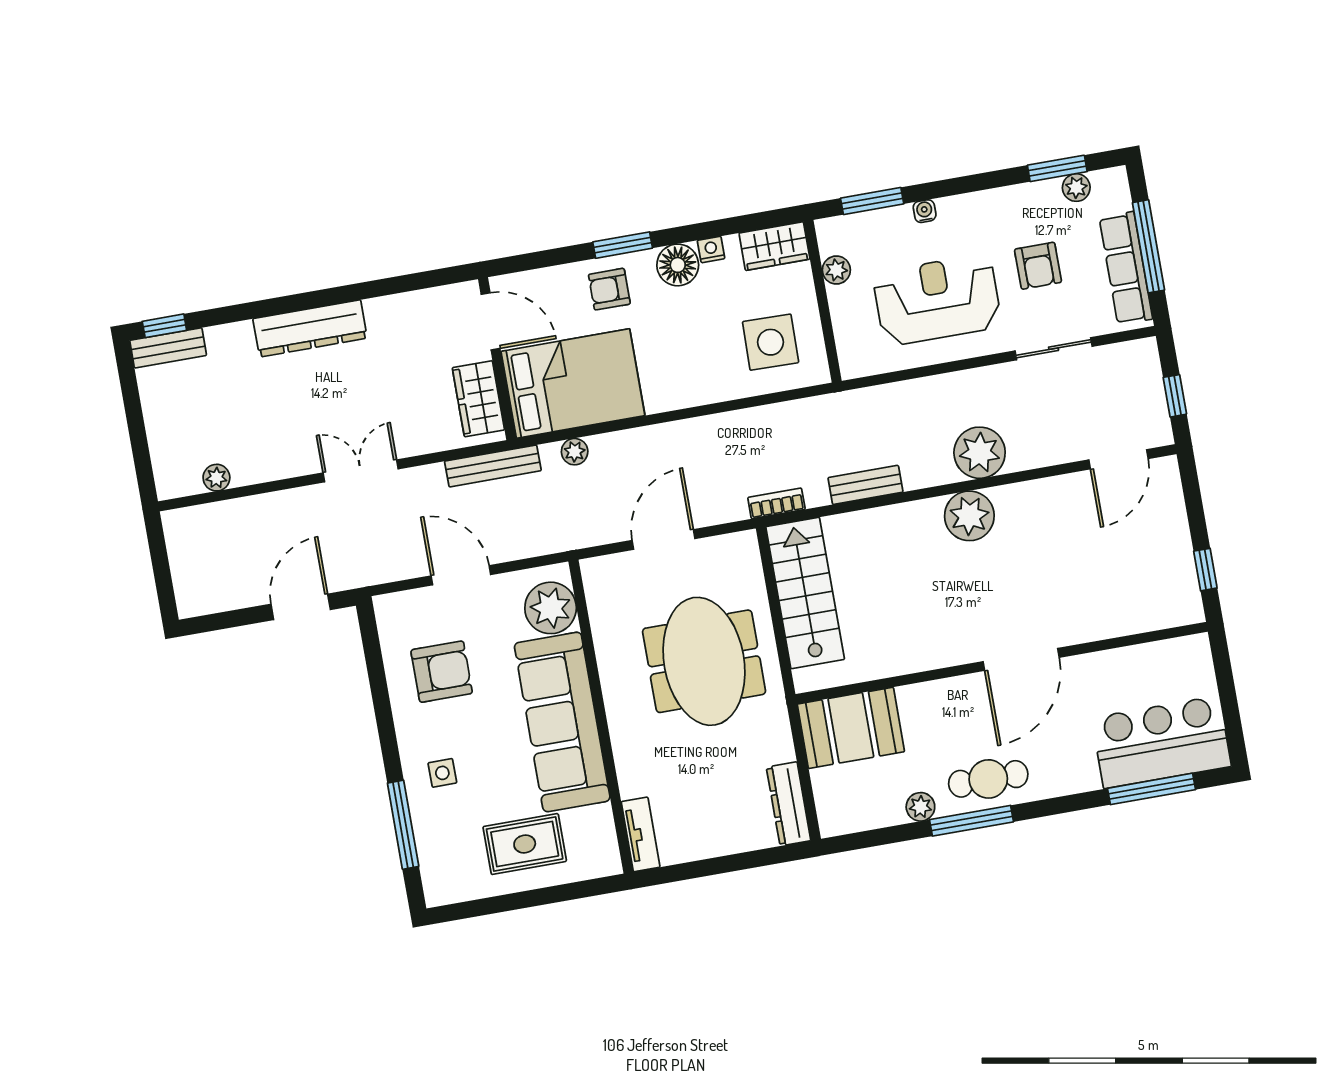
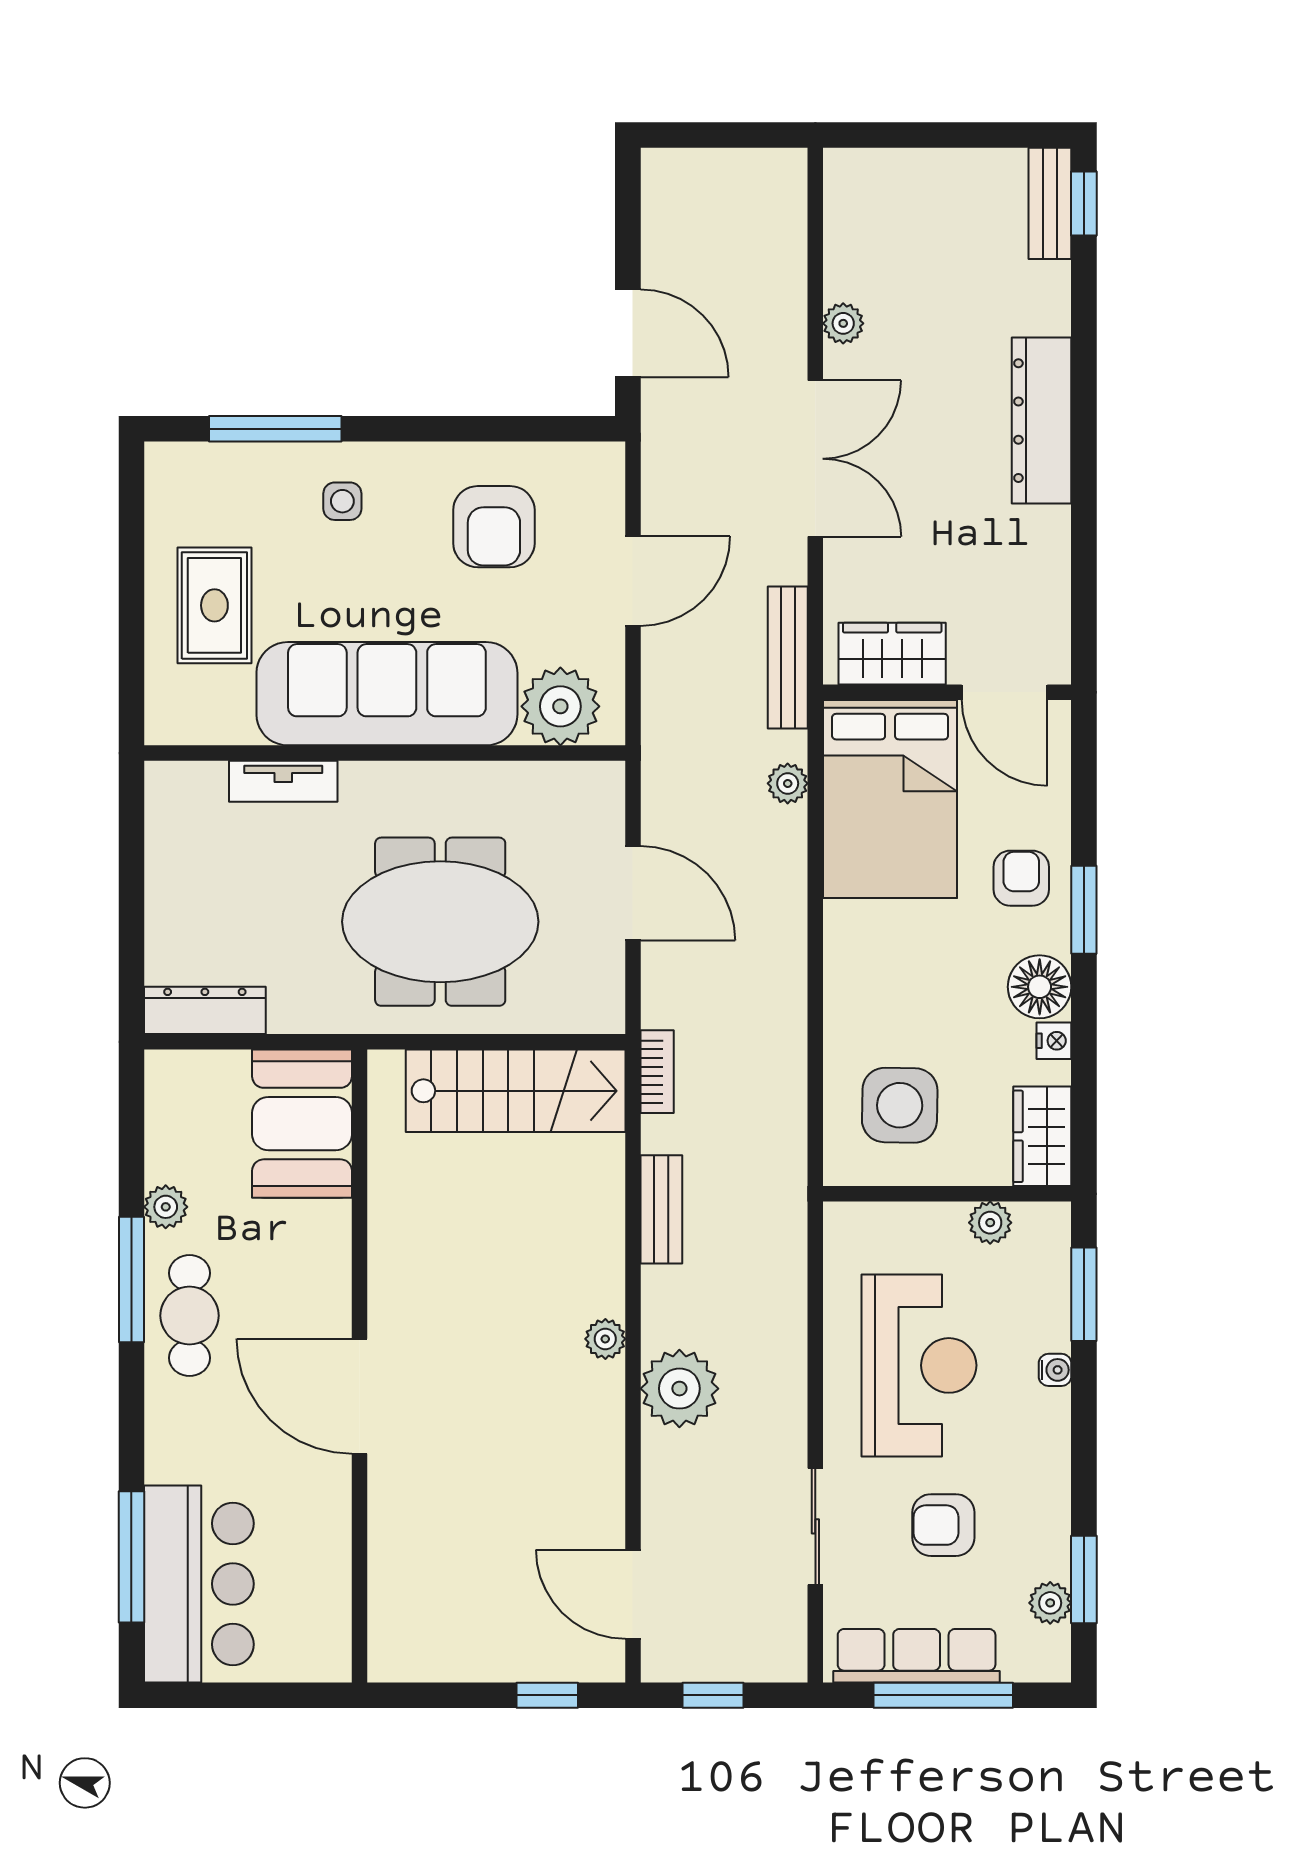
door: (491, 321) -> (1005, 692), hinge flipped
double door: (361, 471) -> (815, 459), width x1.37
plant: (216, 478) -> (843, 323), moved
plant: (969, 516) -> (605, 1339), width x0.53, depth x0.53
window: (1205, 570) -> (547, 1695), moved
tv unit: (641, 834) -> (283, 781), moved

